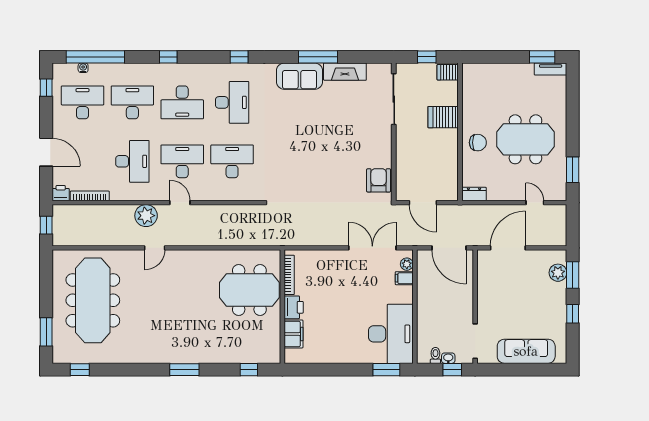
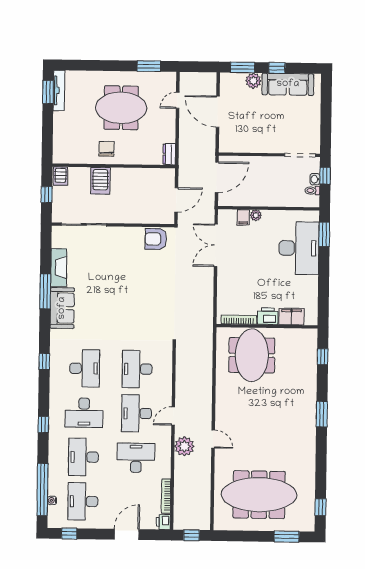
tv unit: (551, 69) -> (59, 90), width x1.41
desk: (182, 102) -> (84, 413), turned 90
desk: (232, 102) -> (85, 368), turned 90
meeting table: (525, 139) -> (121, 108), turned 90
chair: (478, 143) -> (106, 149), moved
door: (508, 248) -> (218, 112), moved
plant: (407, 264) -> (256, 215), moved
plant: (558, 273) -> (253, 81), moved
desk: (391, 334) -> (299, 248), moved, turned 90
sofa: (526, 351) -> (288, 84), moved, turned -90

